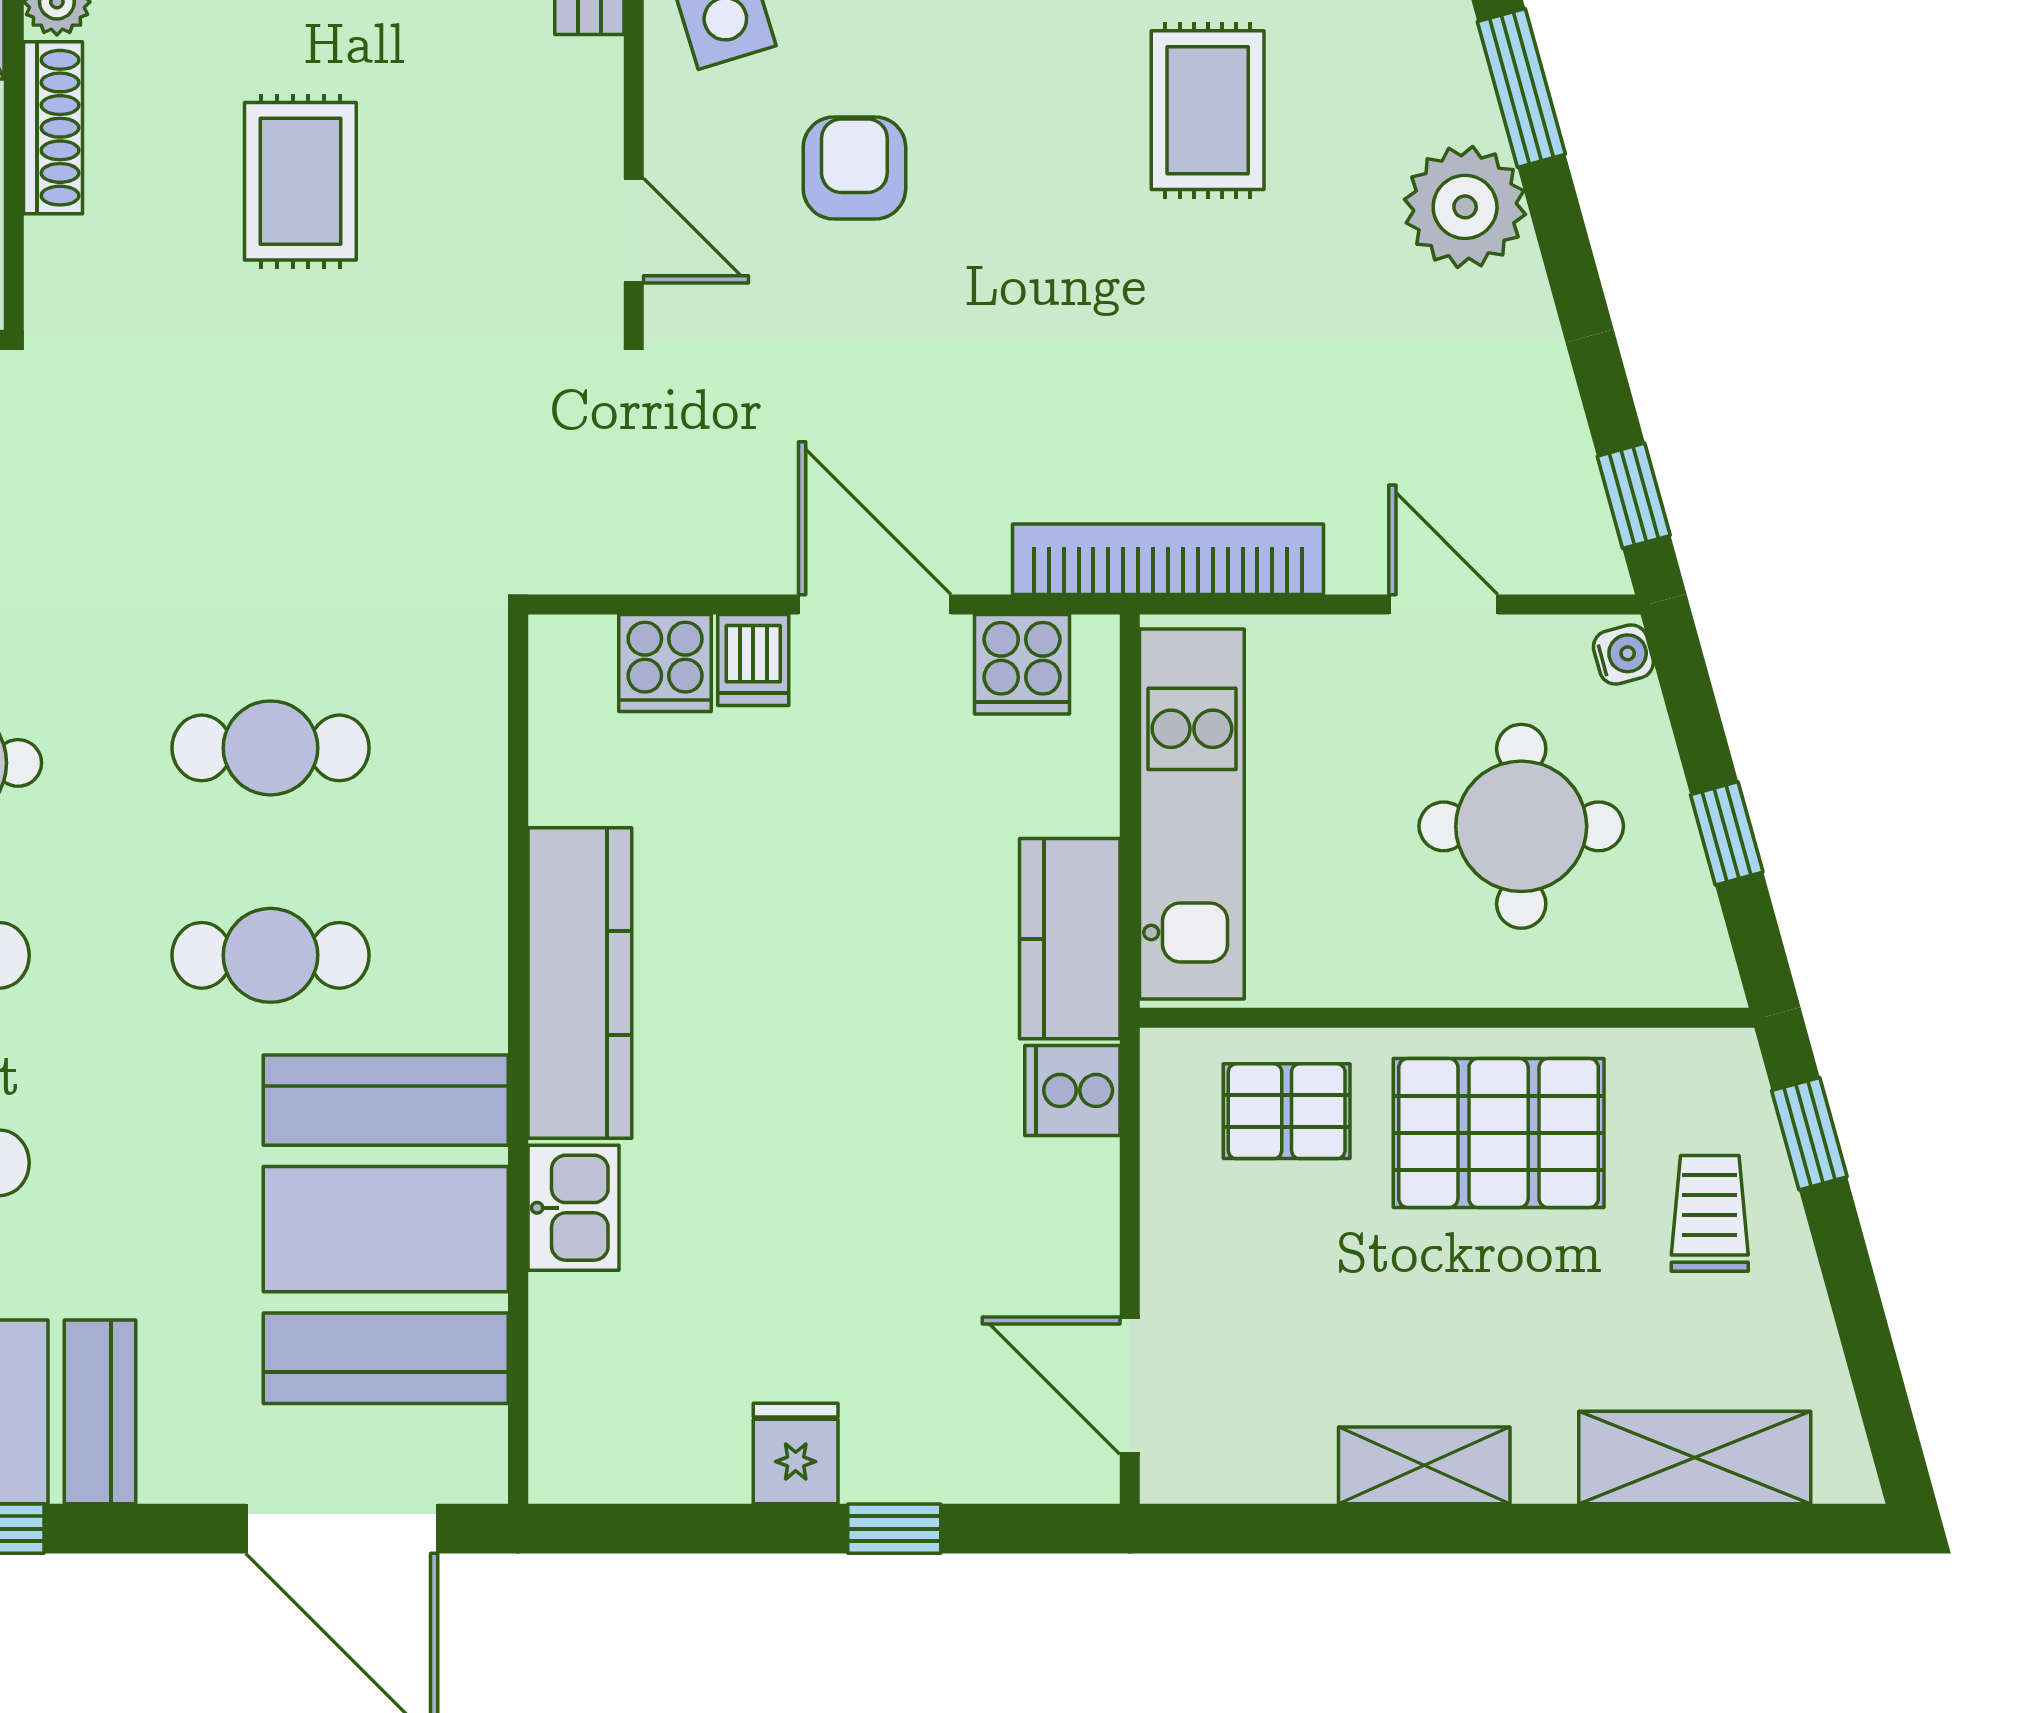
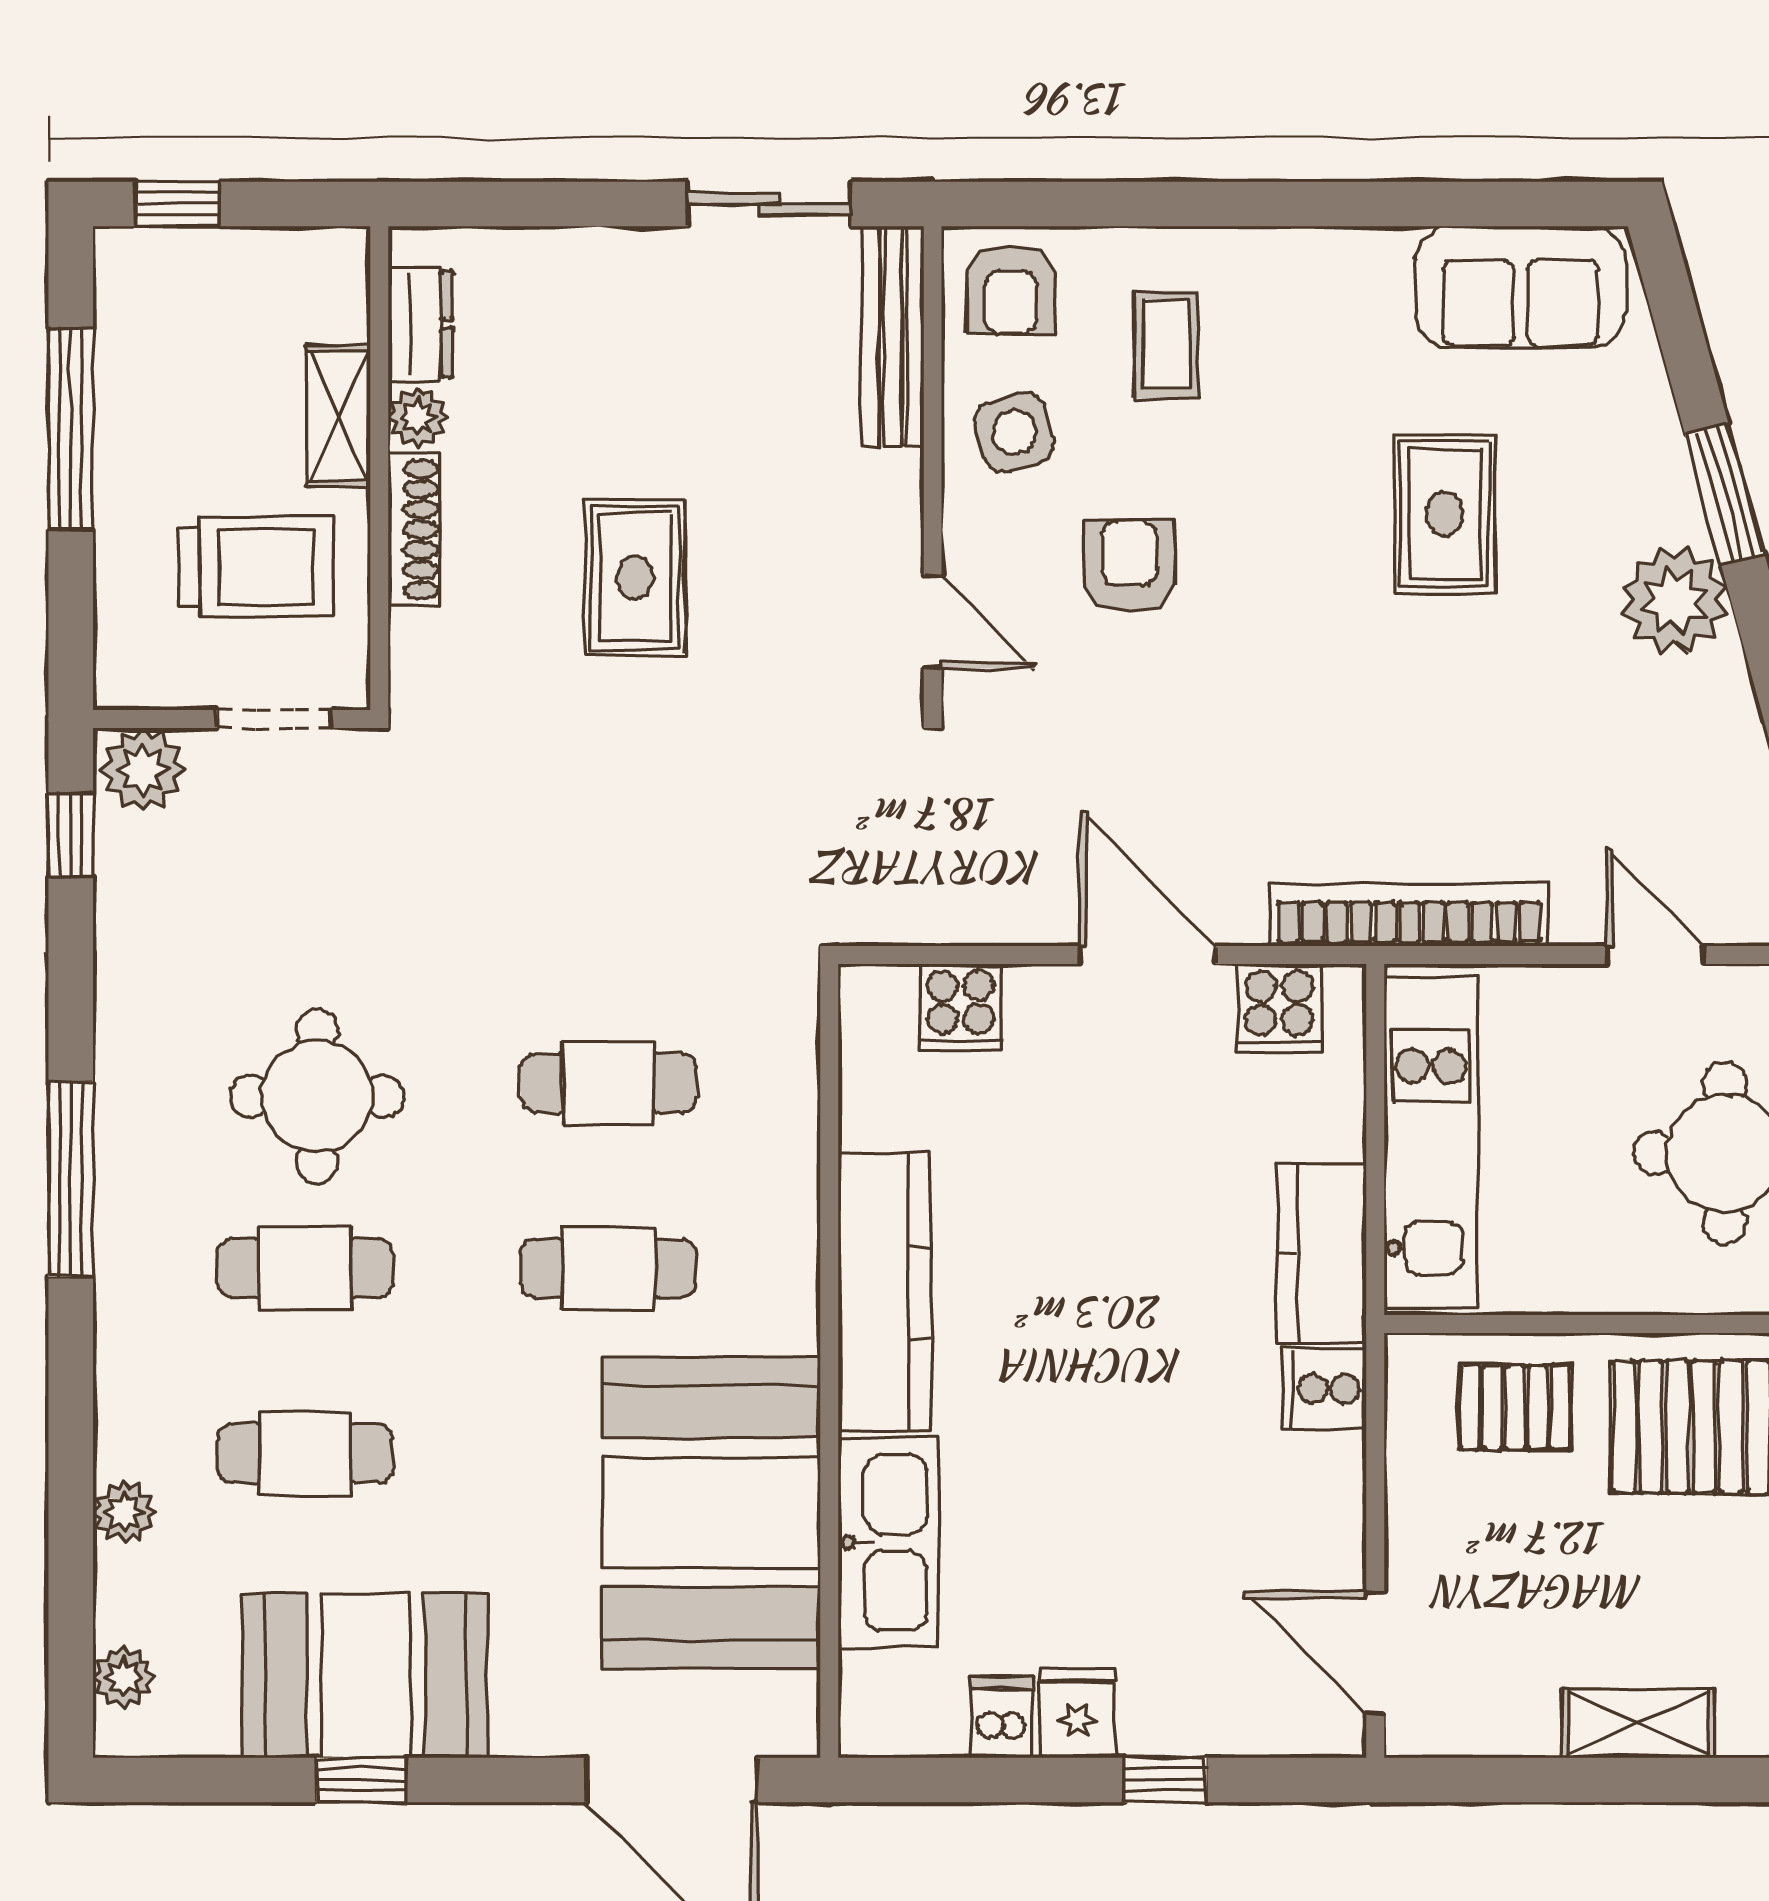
dishwasher: (753, 660) -> (1002, 1717), moved, turned 180
kitchen sink: (573, 1208) -> (889, 1542), width x1.88, depth x1.24

